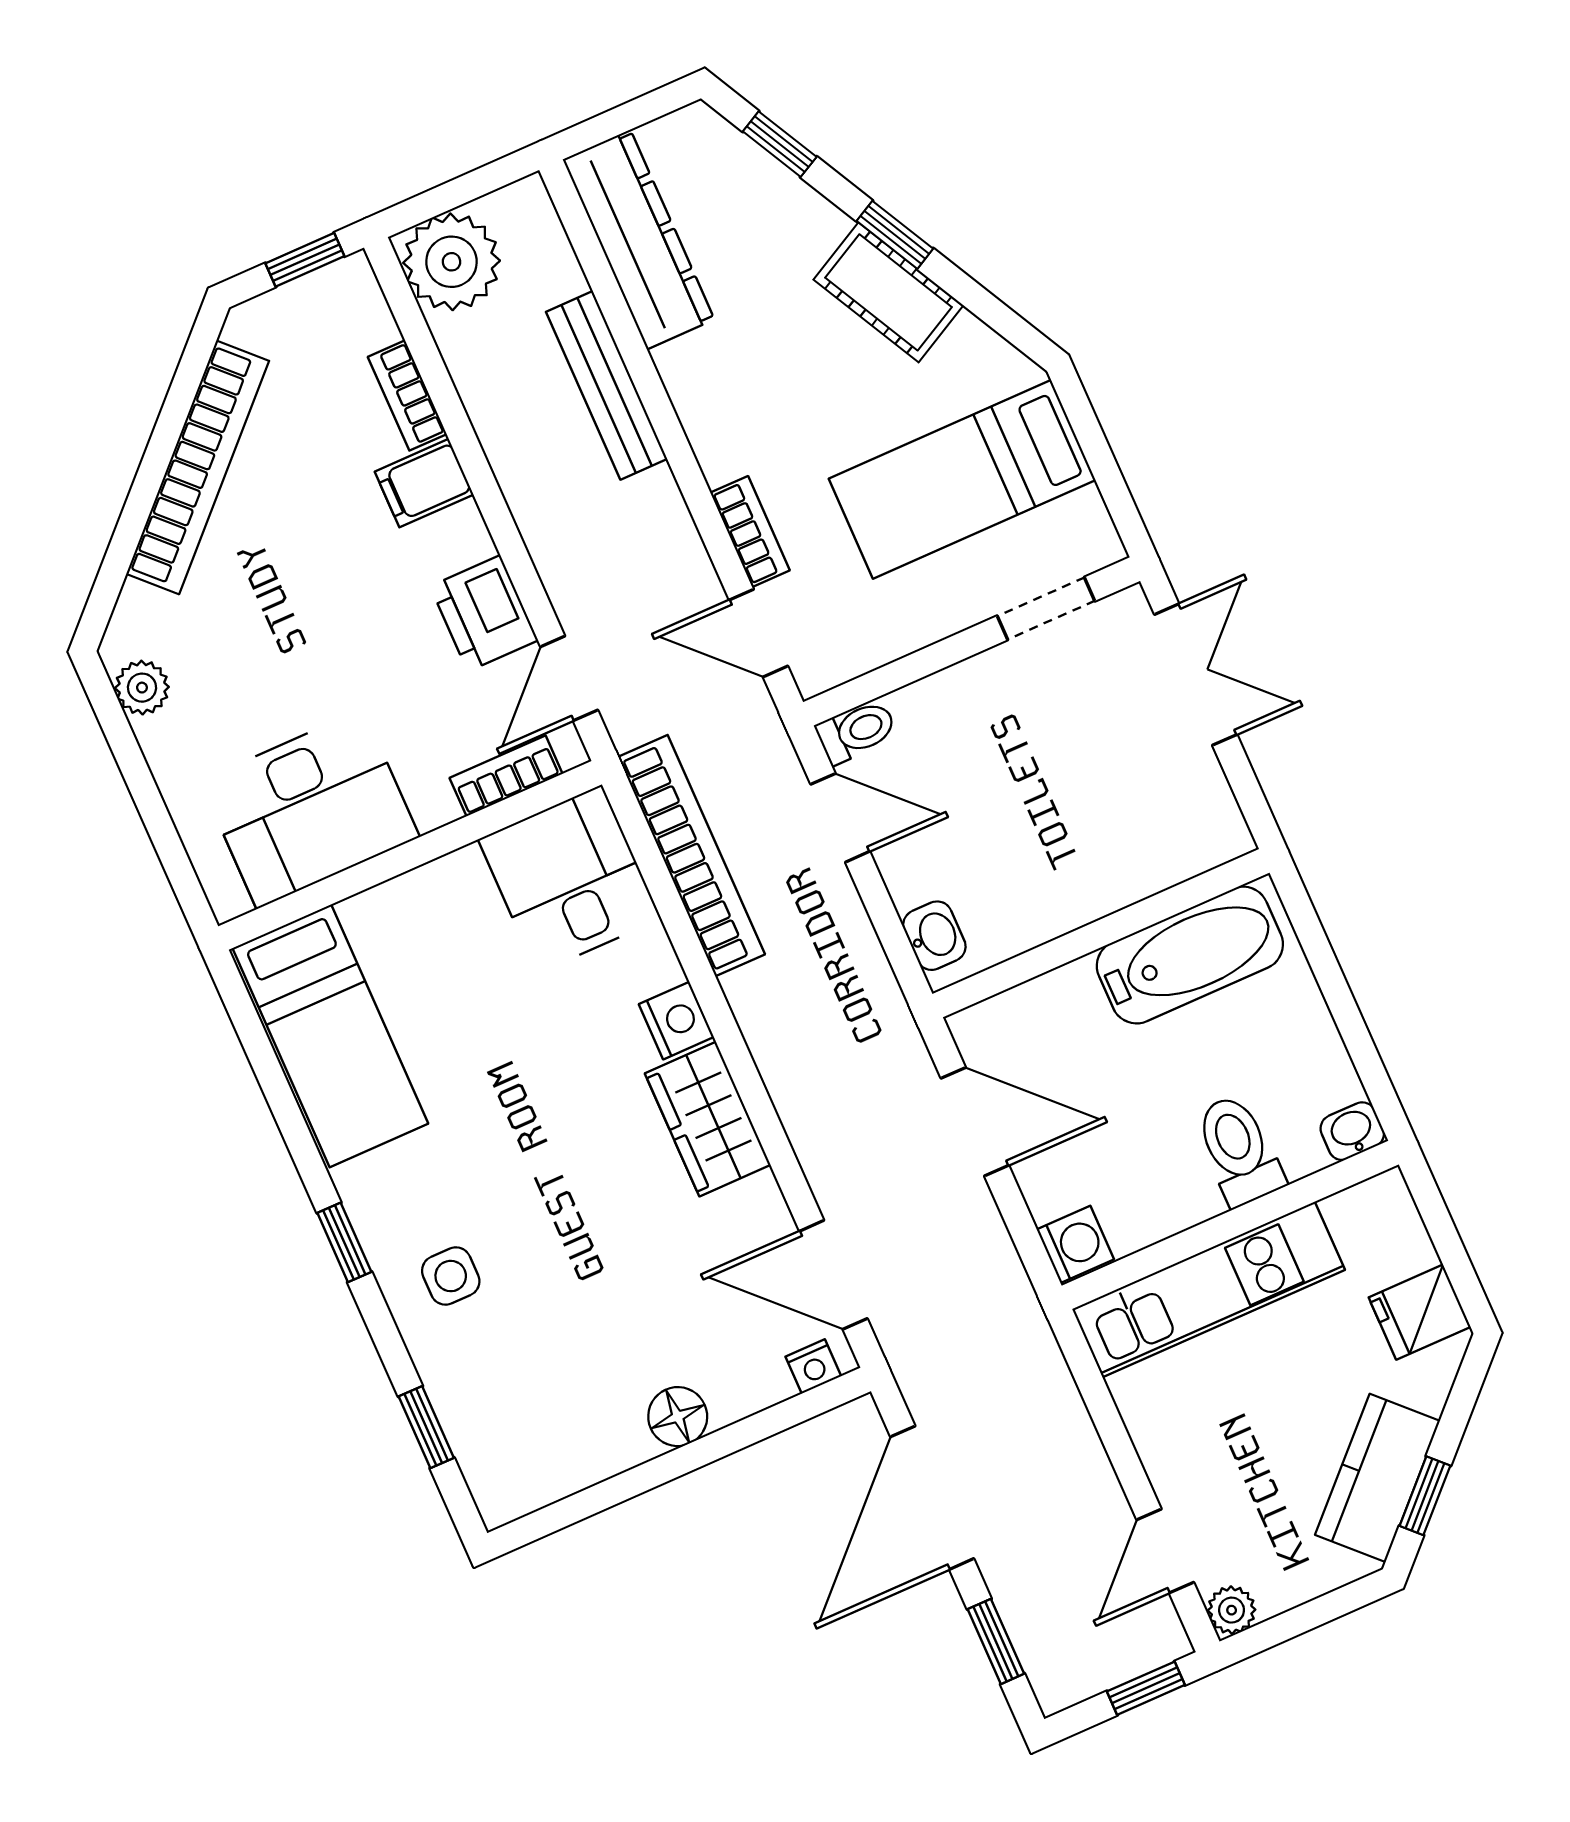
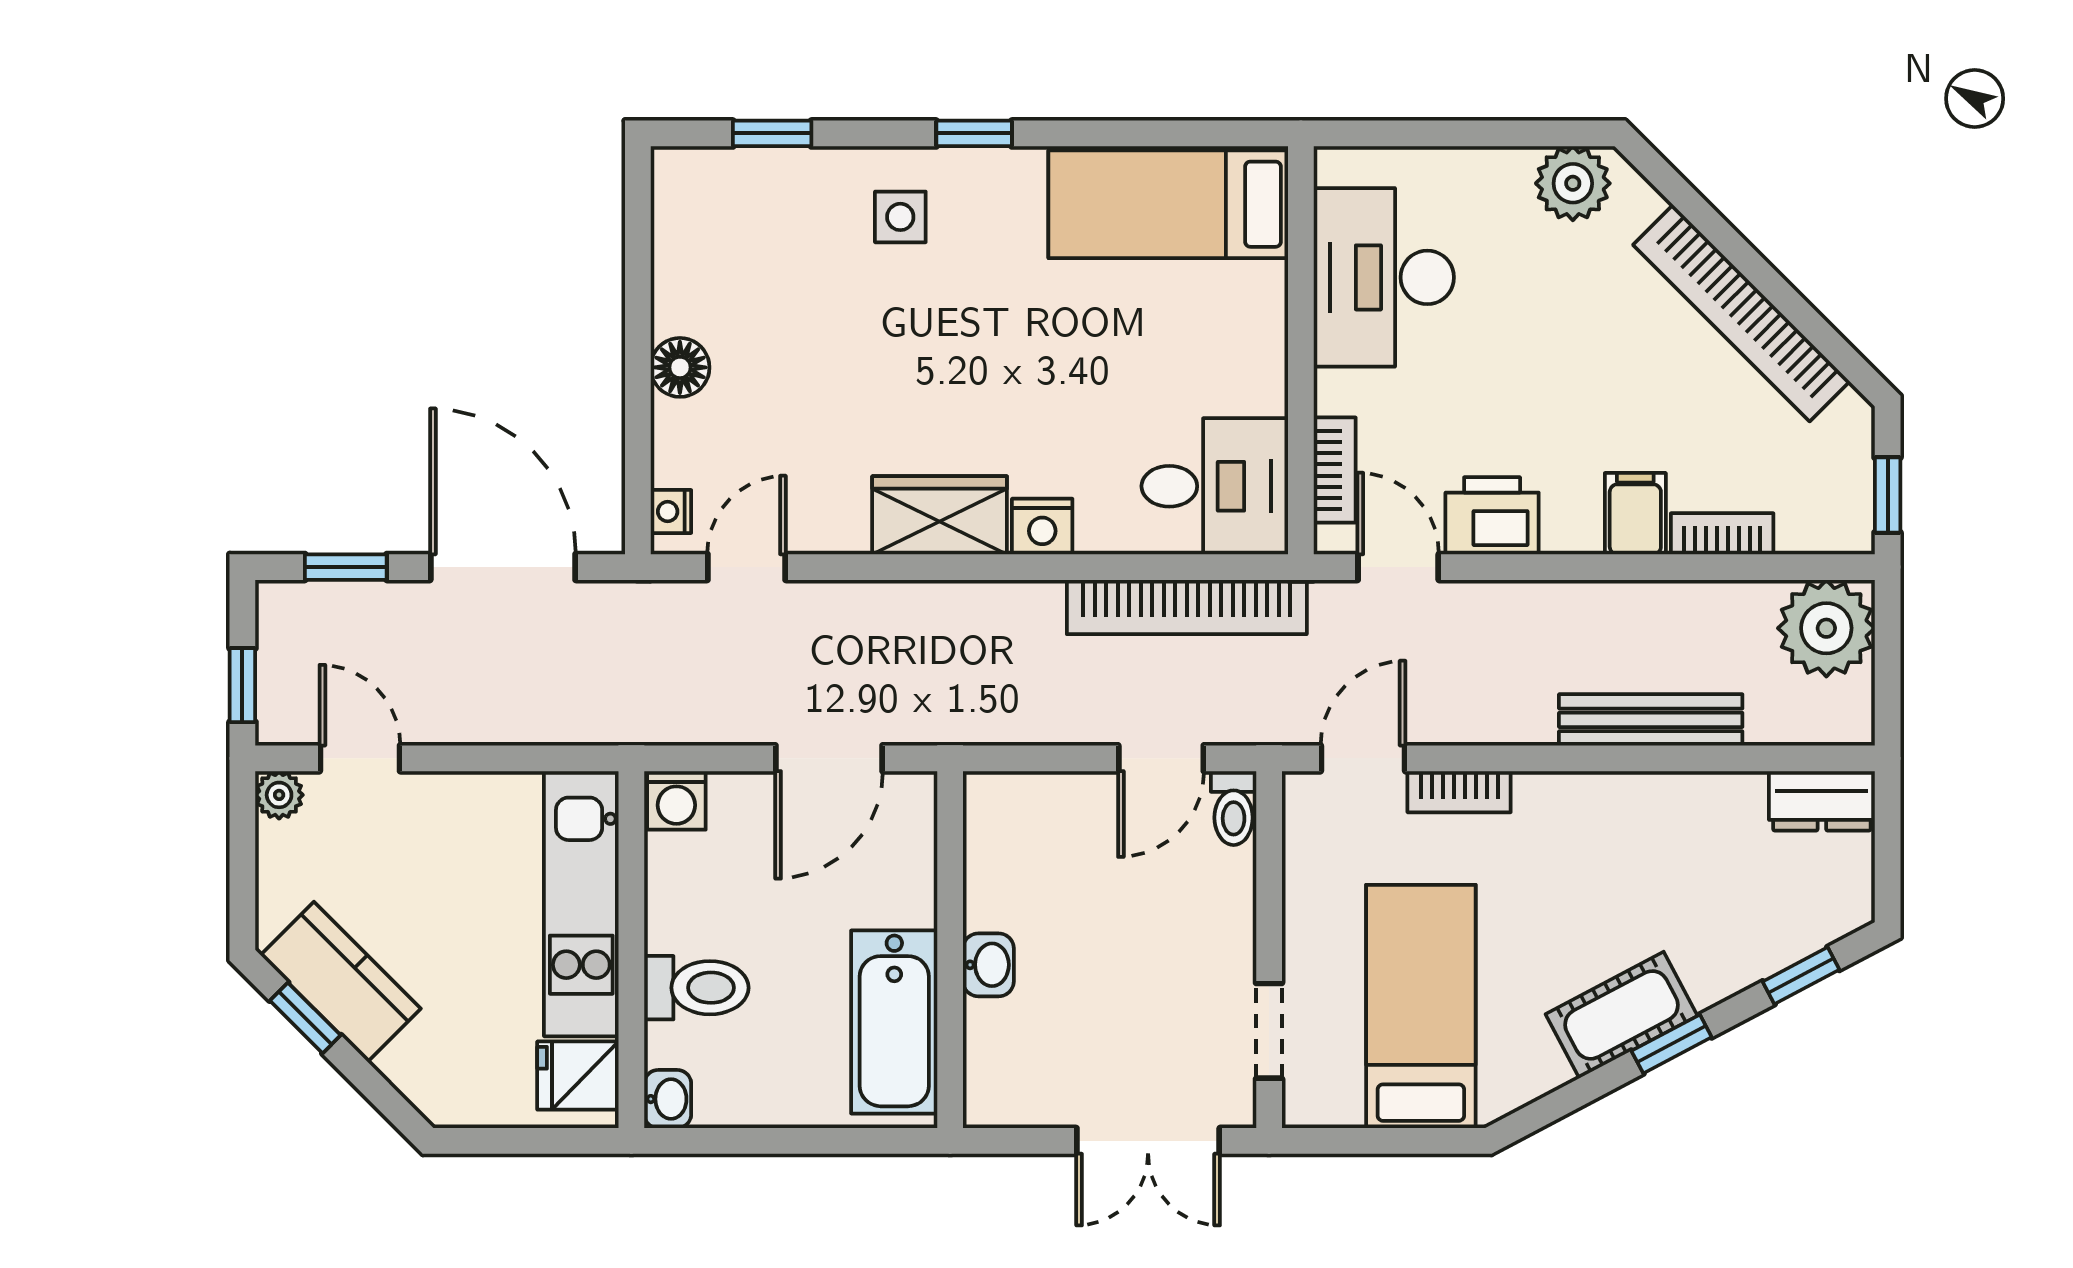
dresser: (639, 240) -> (1822, 801), width x0.51, depth x0.80
plant: (142, 688) -> (1573, 183), width x1.38, depth x1.38
washbasin: (934, 936) -> (988, 965), moved, turned -90
door: (833, 1275) -> (746, 567), width x0.73
fridge: (1420, 1312) -> (578, 1076), moved, turned -90

